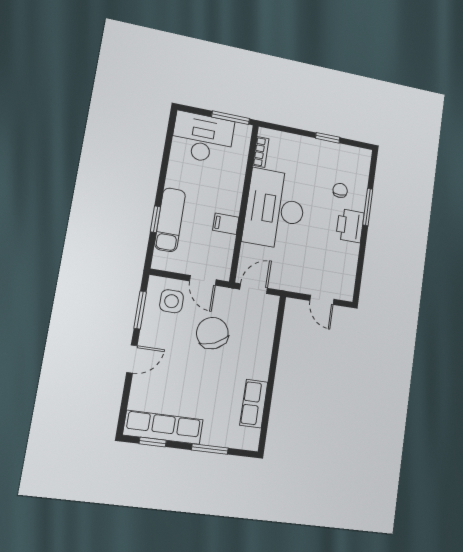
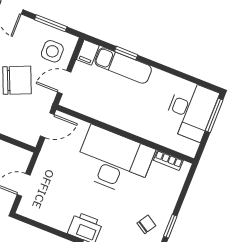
window: (231, 118) -> (214, 115), moved
chair: (340, 190) -> (146, 224), moved, turned -58
filing cabinet: (226, 224) -> (88, 52), moved, turned 180
door: (254, 289) -> (47, 125), hinge flipped

